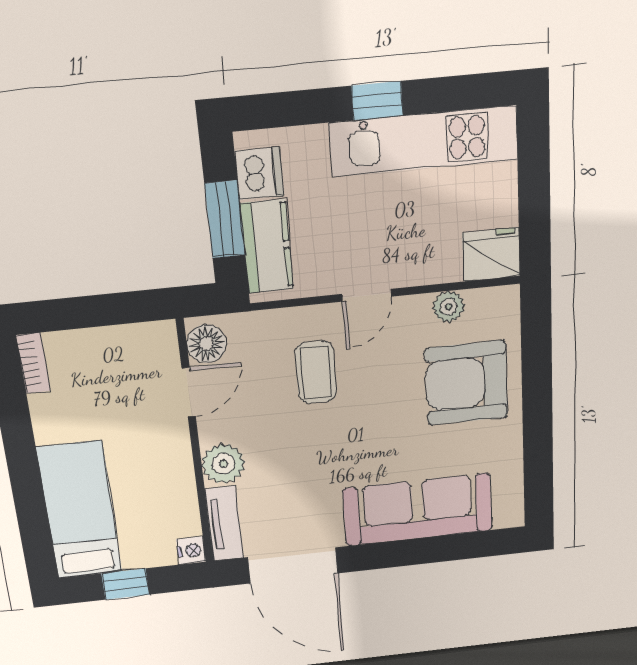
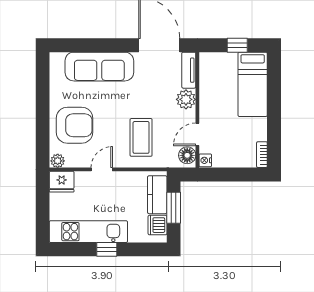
door: (367, 295) -> (102, 169), moved
plant: (449, 307) -> (58, 161), moved
coffee table: (316, 372) -> (141, 137), width x1.36, depth x1.30
nightstand: (191, 550) -> (205, 160), moved

